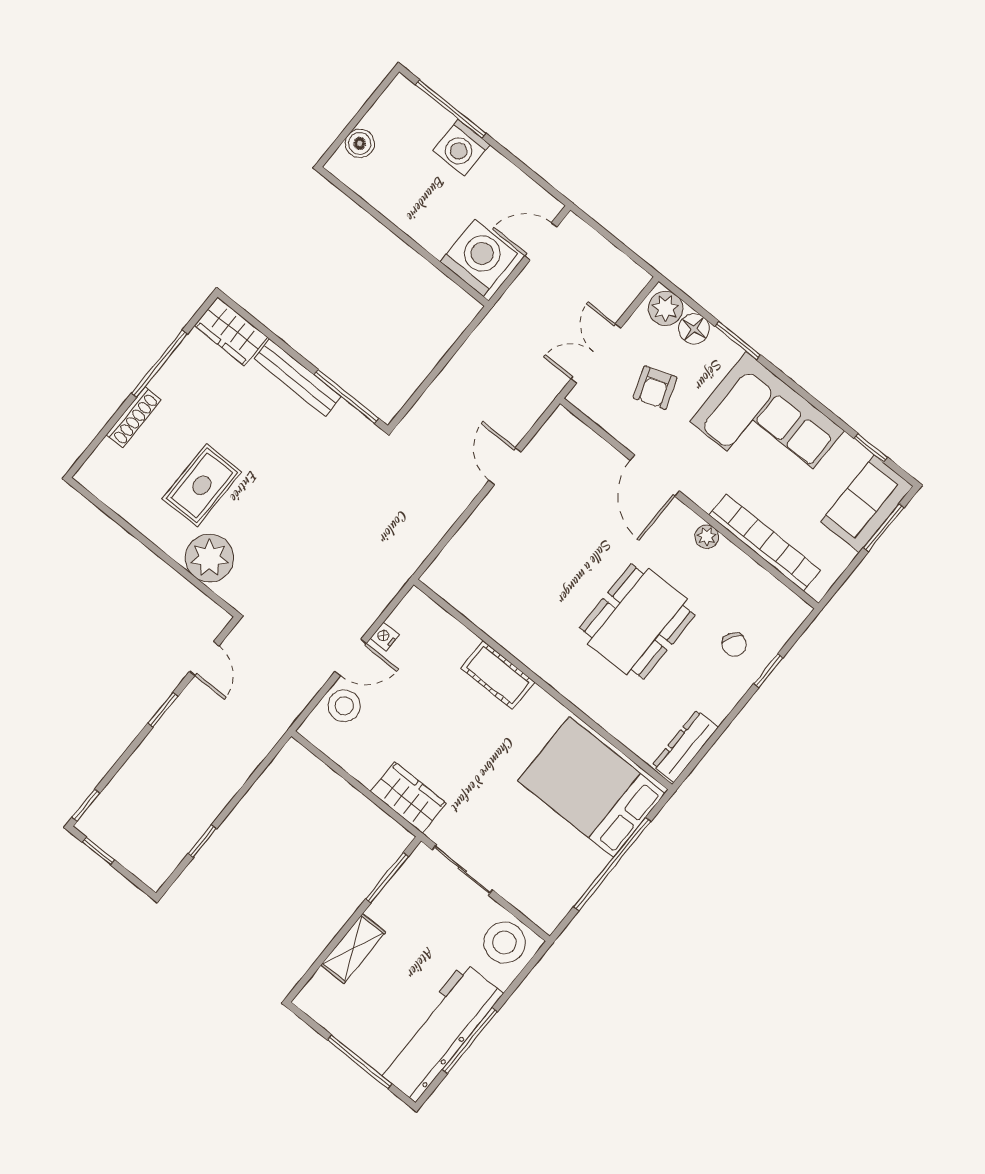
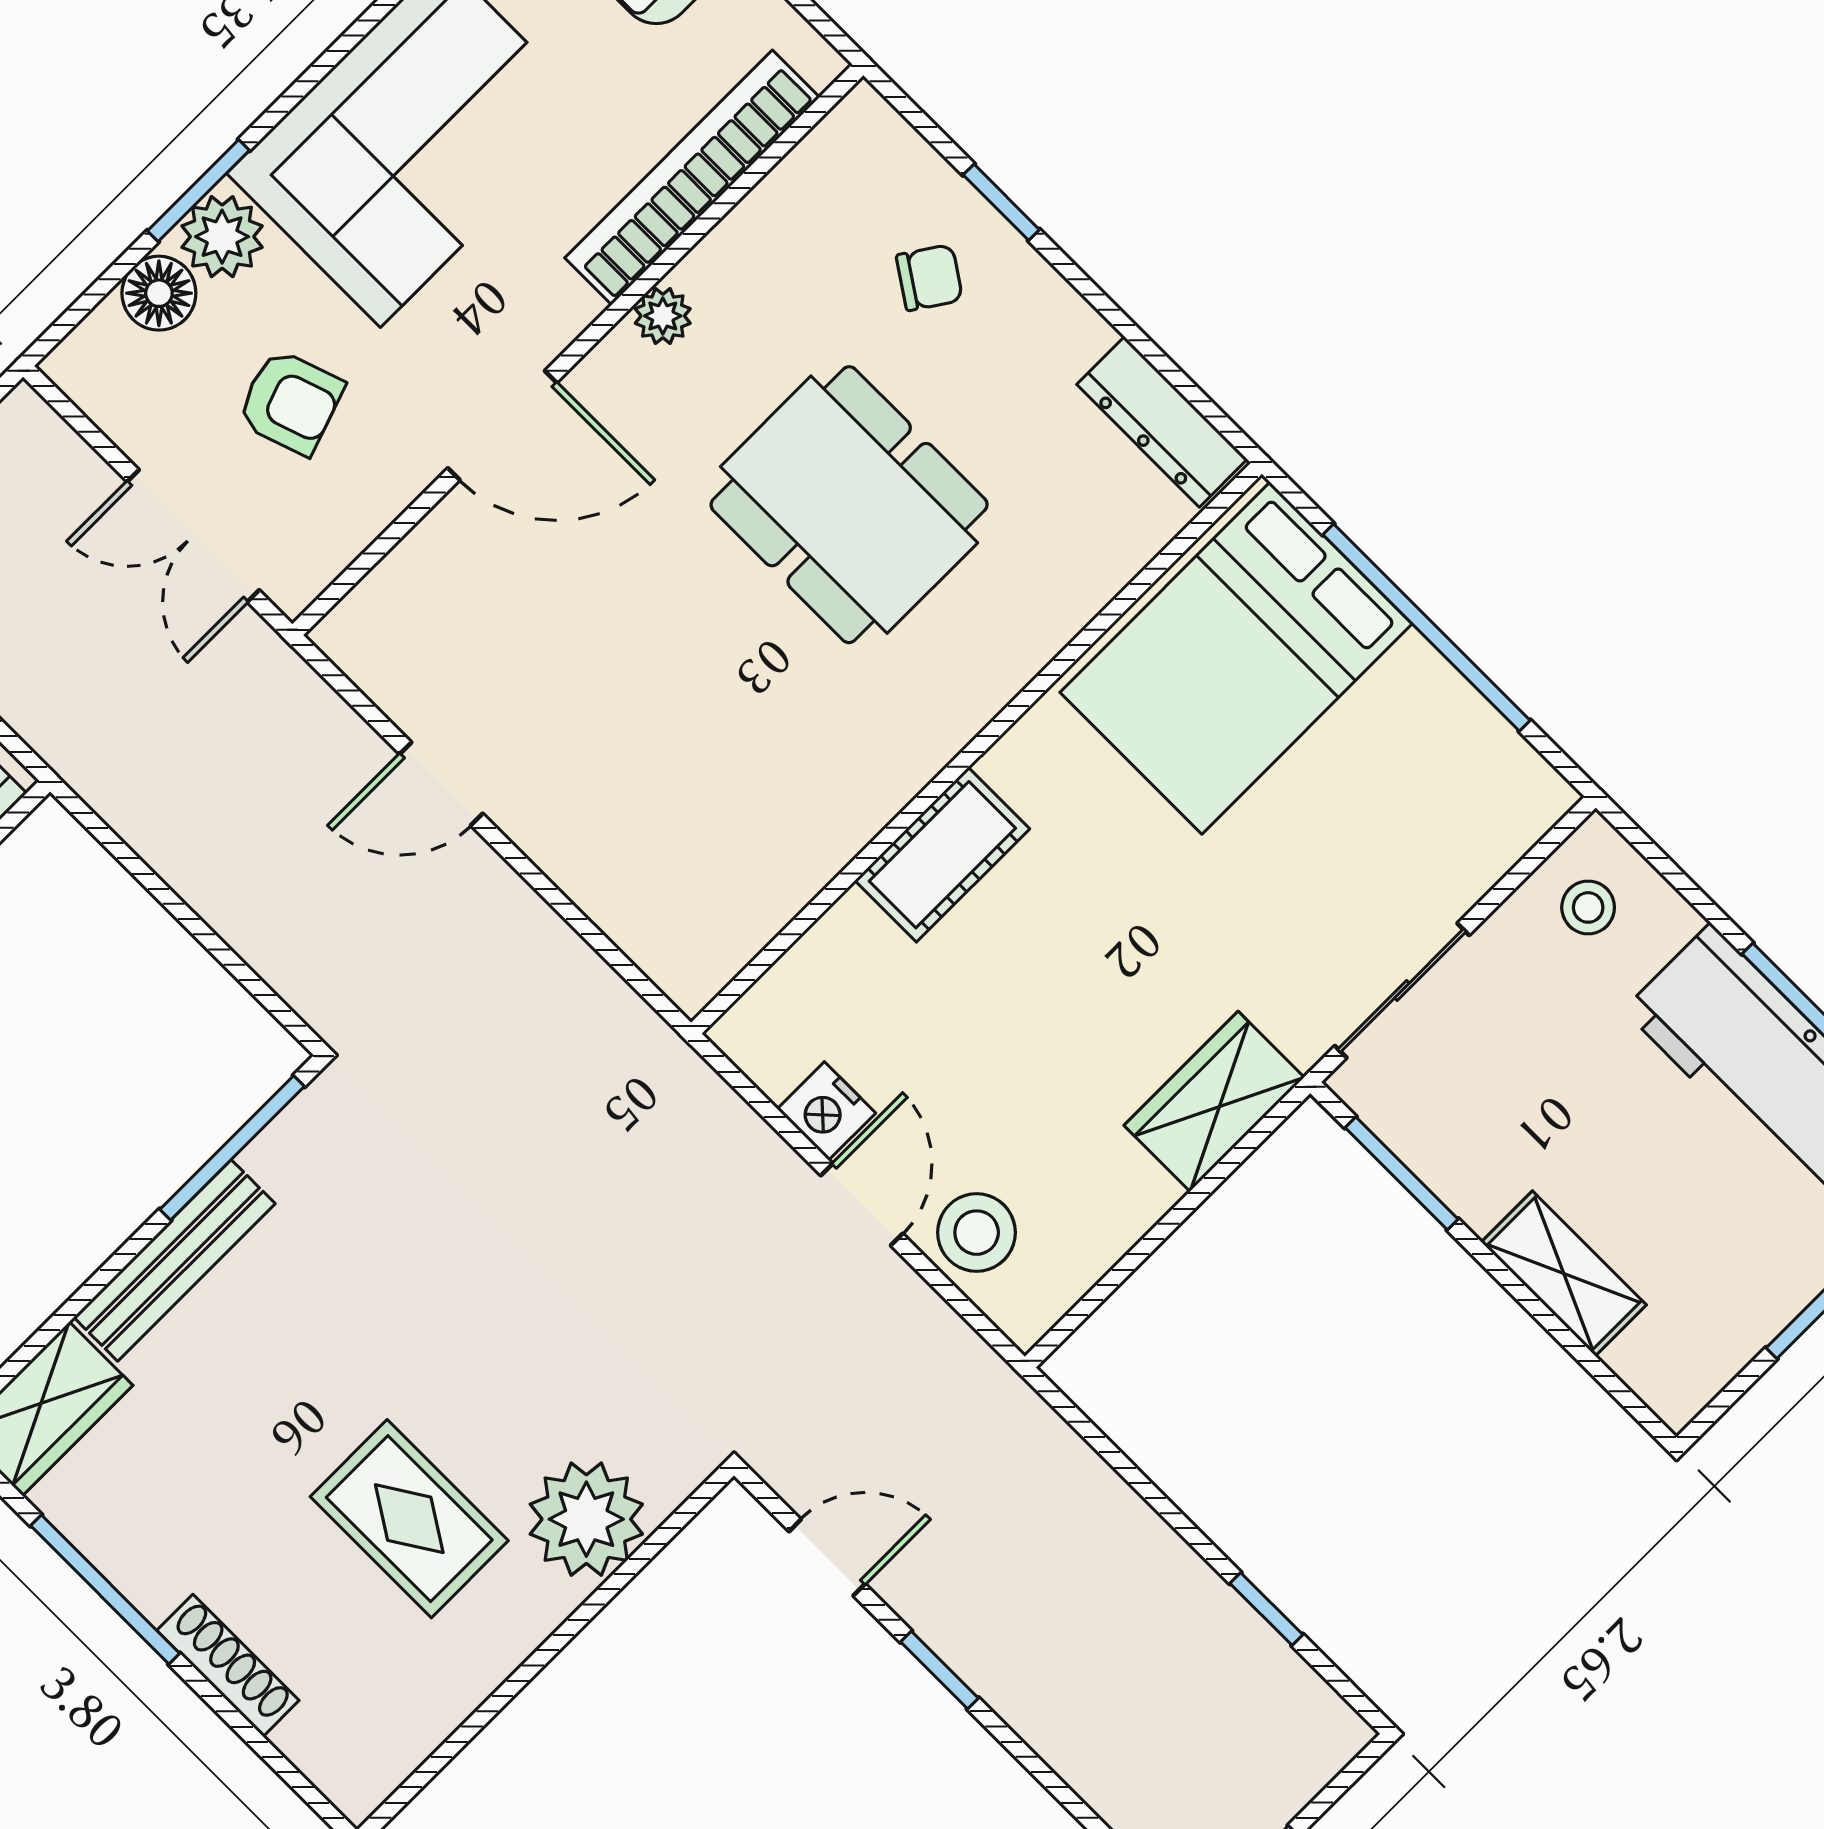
plant: (666, 308) -> (222, 237), moved
nightstand: (385, 637) -> (826, 1111), width x1.39, depth x1.35
stool: (504, 943) -> (1588, 907), width x0.53, depth x0.53

